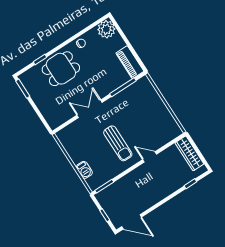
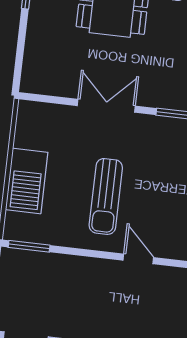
barbecue: (84, 170) -> (27, 181), width x1.88, depth x1.53

